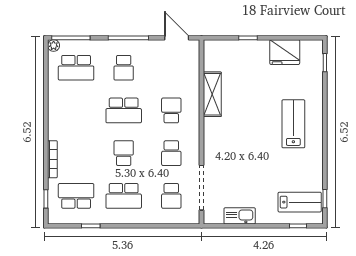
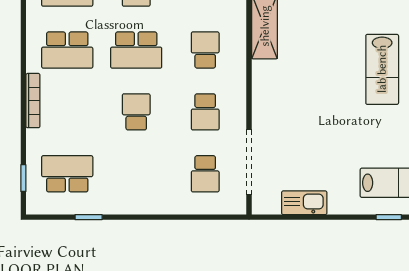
lab bench: (293, 124) -> (382, 69), turned 180
bookcase: (52, 159) -> (33, 101), moved
school desk: (124, 196) -> (67, 50), moved

